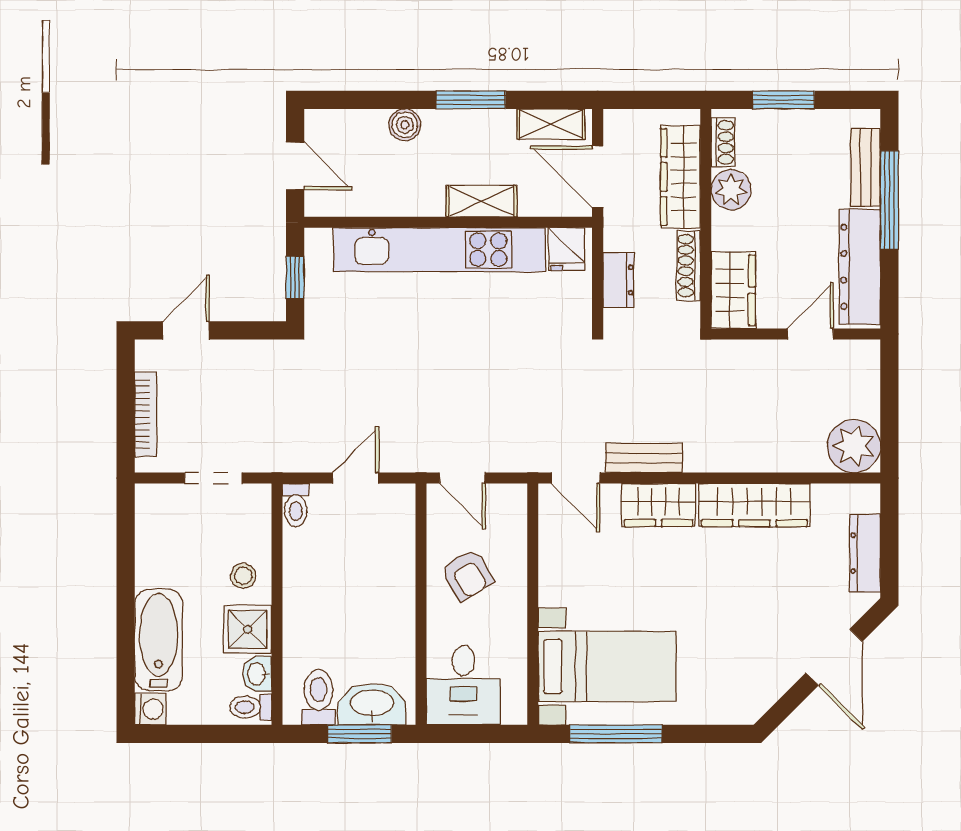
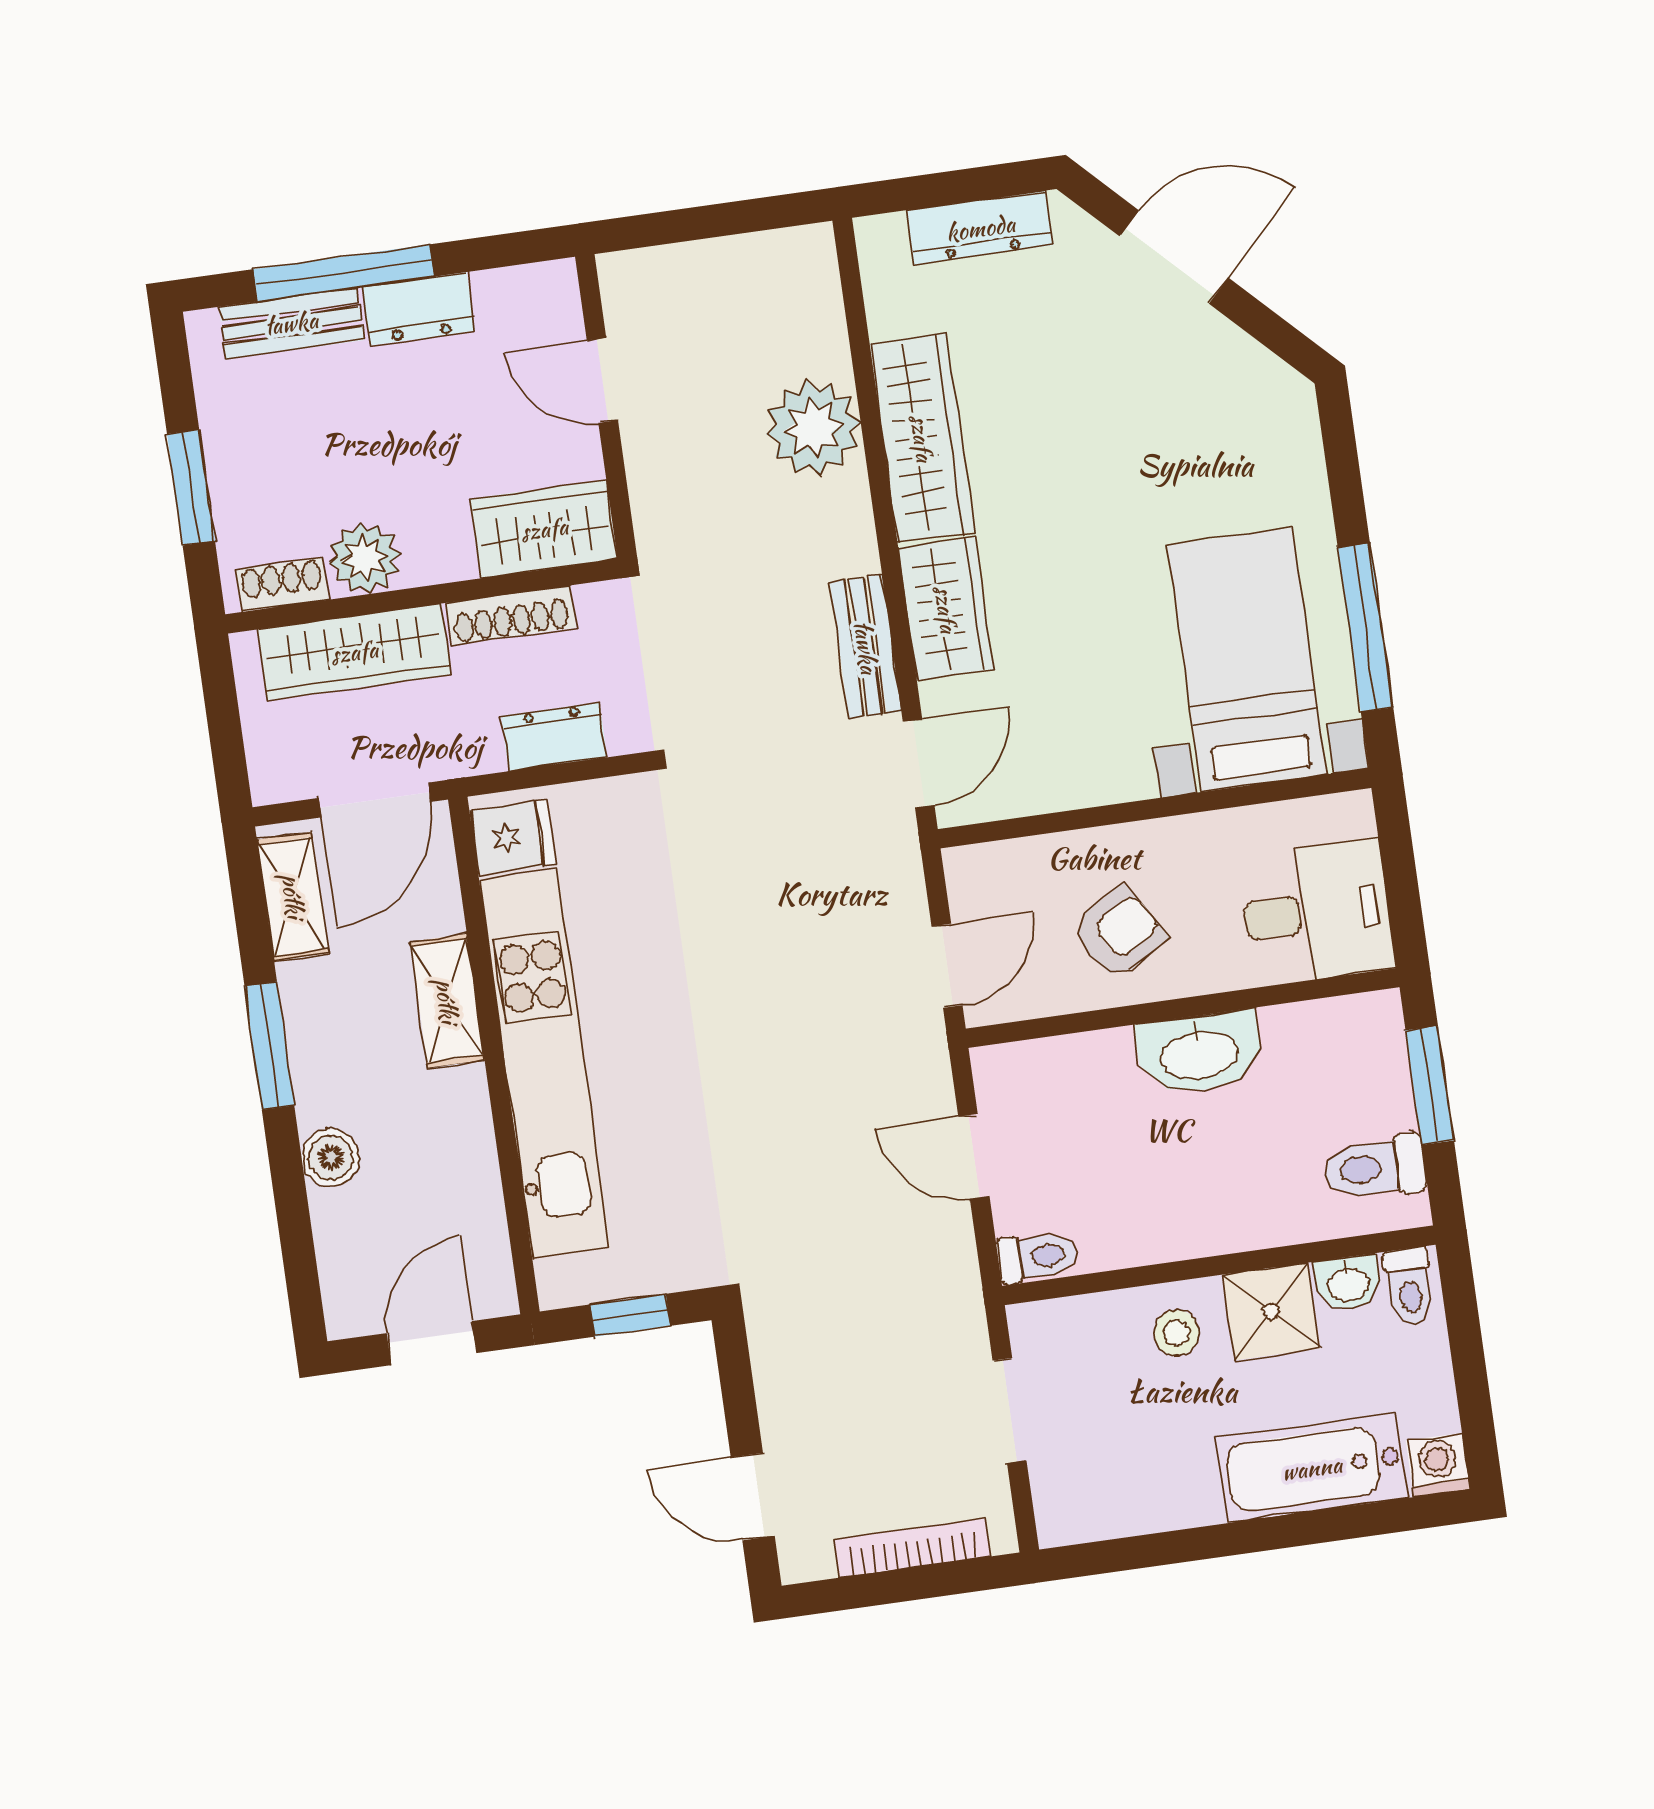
dresser: (860, 267) -> (418, 309), width x0.51, depth x0.80
plant: (854, 446) -> (813, 428), moved
washbasin: (372, 704) -> (1199, 1053), moved, turned -90

